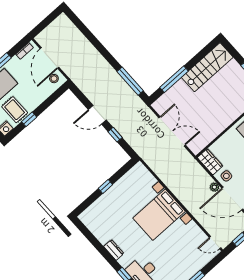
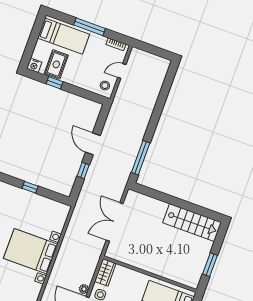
door: (49, 58) -> (122, 71), width x0.53
window: (174, 79) -> (164, 198), removed
double door: (172, 131) -> (115, 222), swing flipped

